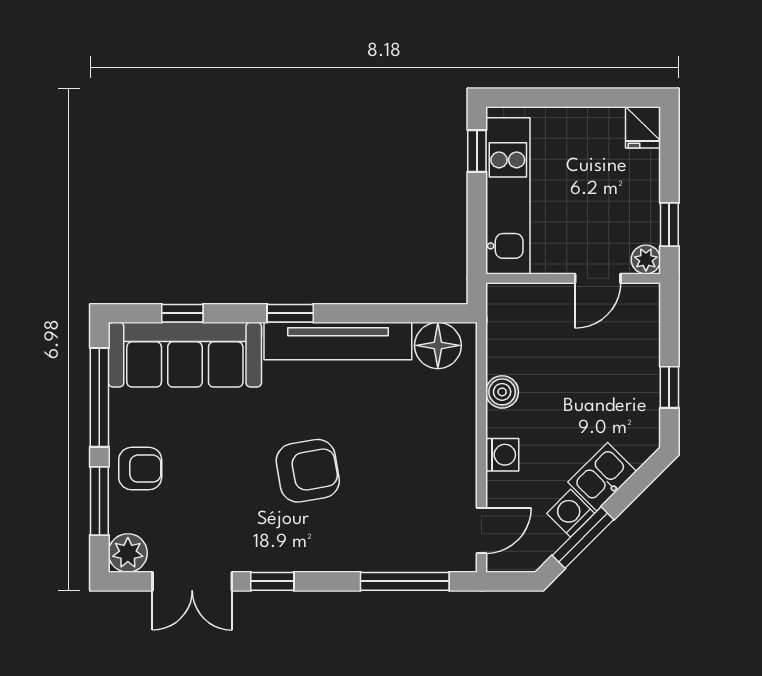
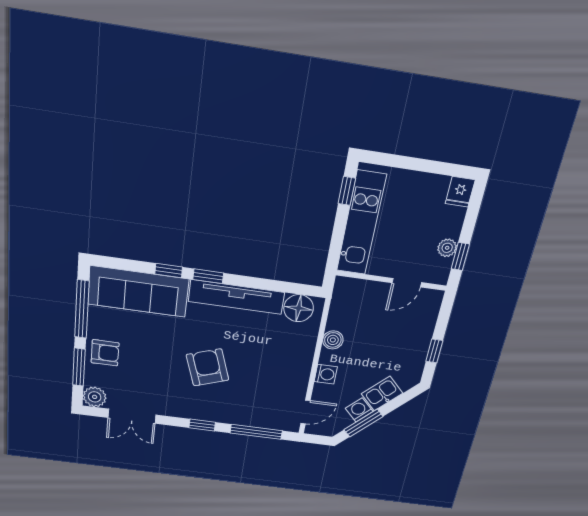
plant: (646, 260) -> (447, 248), moved
window: (182, 313) -> (169, 271), moved
armchair: (308, 471) -> (208, 367), turned -99
window: (272, 581) -> (202, 425), moved

